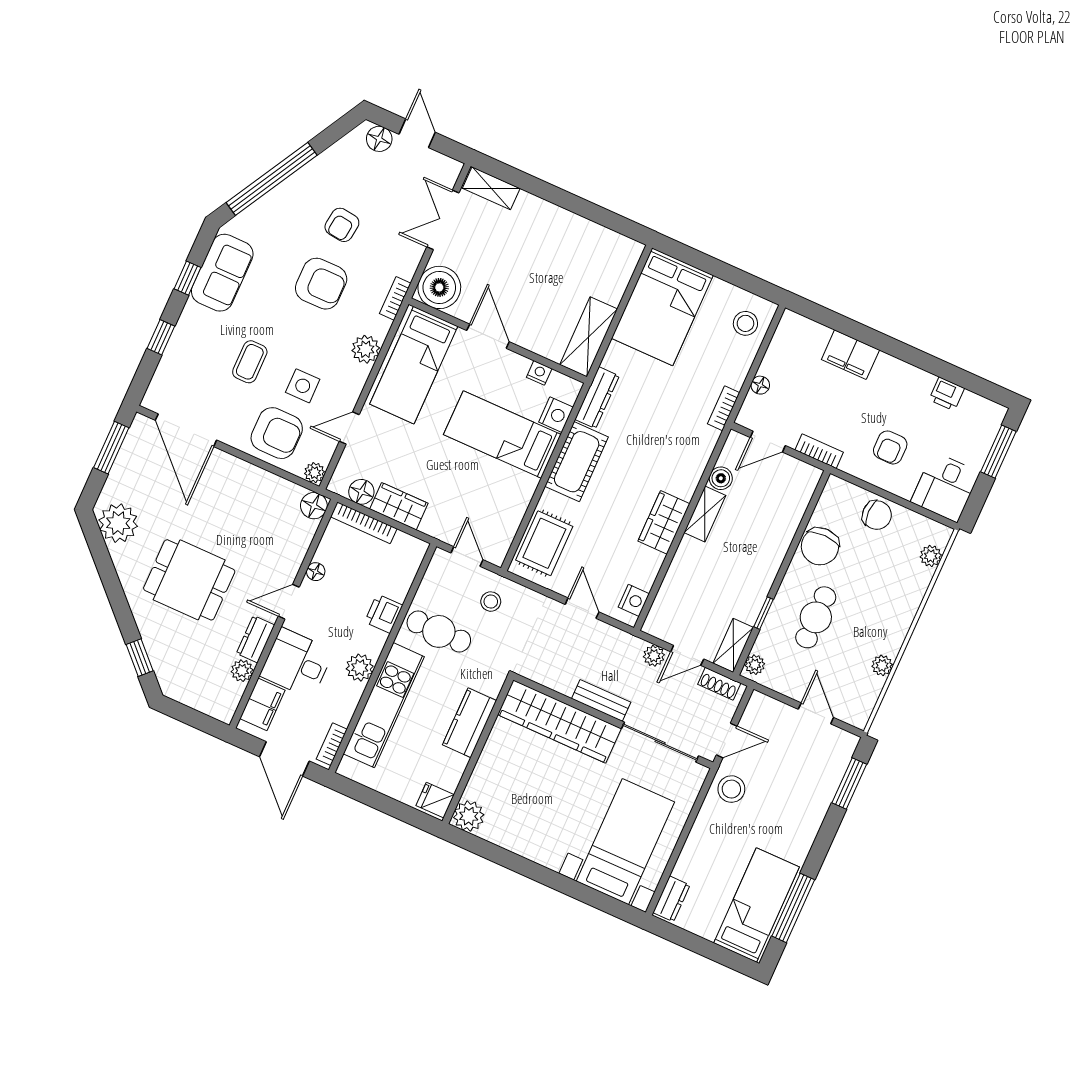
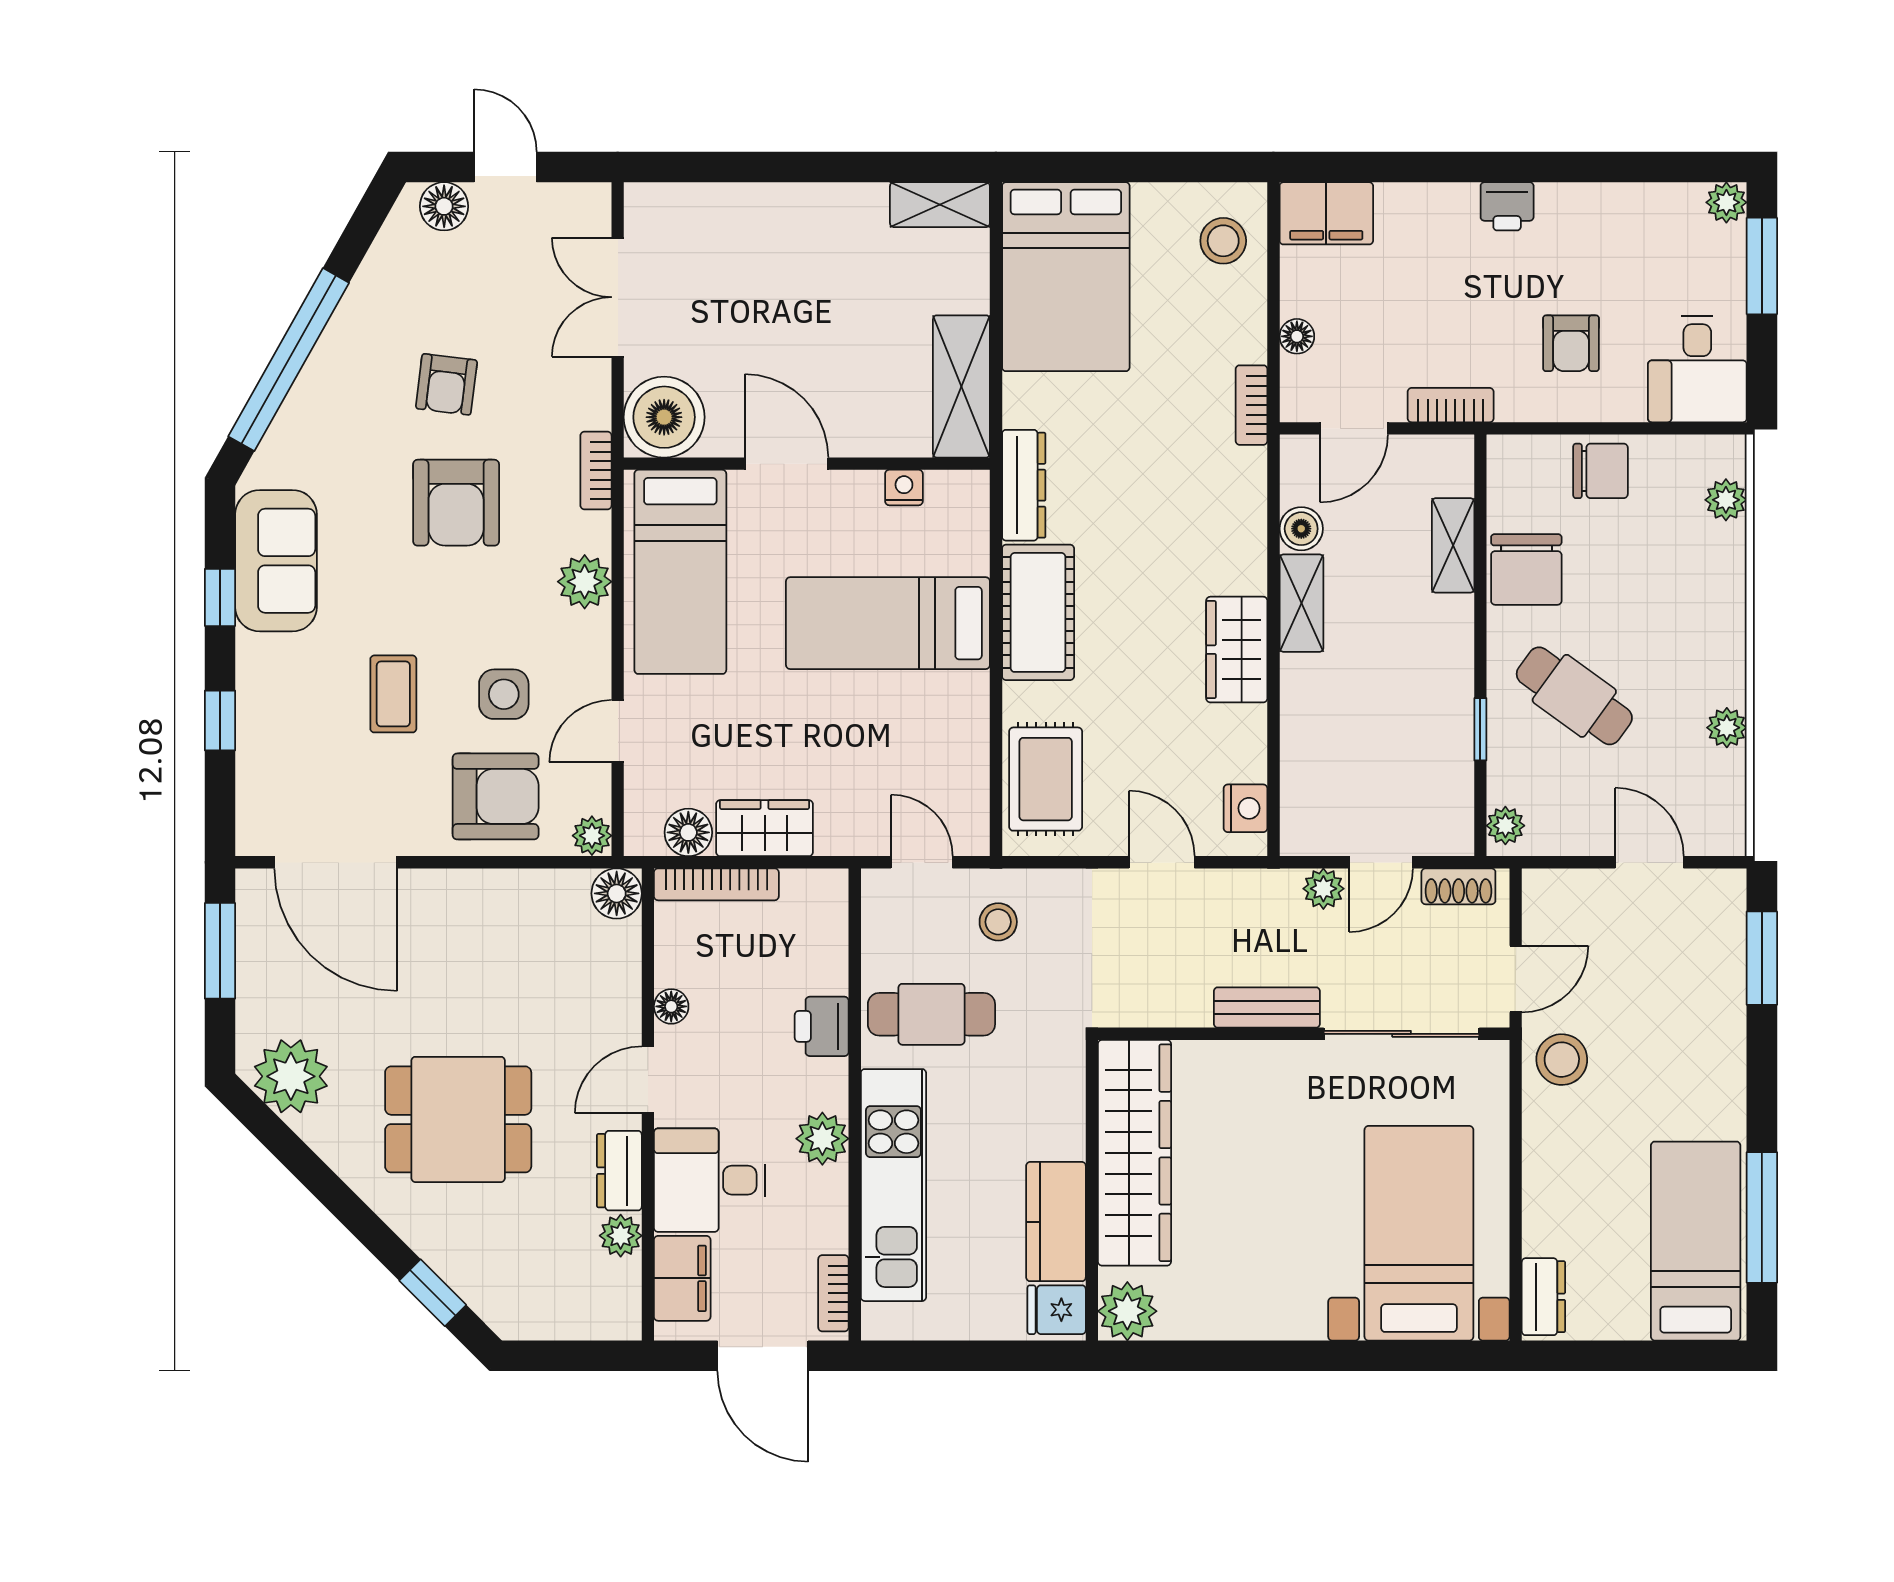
shelving: (491, 188) -> (940, 205), moved
armchair: (321, 284) -> (456, 503), turned 90
filing cabinet: (850, 355) -> (1326, 213), moved
printer: (947, 394) -> (1507, 206), moved
plant: (995, 413) -> (1726, 202), added
nightstand: (556, 415) -> (966, 547), removed
cafe table: (816, 617) -> (1574, 696), turned -54
shelving: (733, 645) -> (1453, 545), moved
wardrobe: (559, 721) -> (1134, 1153), moved, turned -90
kitchen counter: (470, 723) -> (1056, 1222), moved

